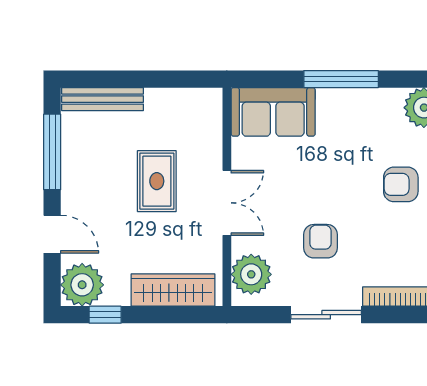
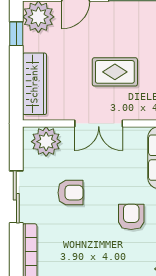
armchair: (401, 184) -> (131, 217), moved

